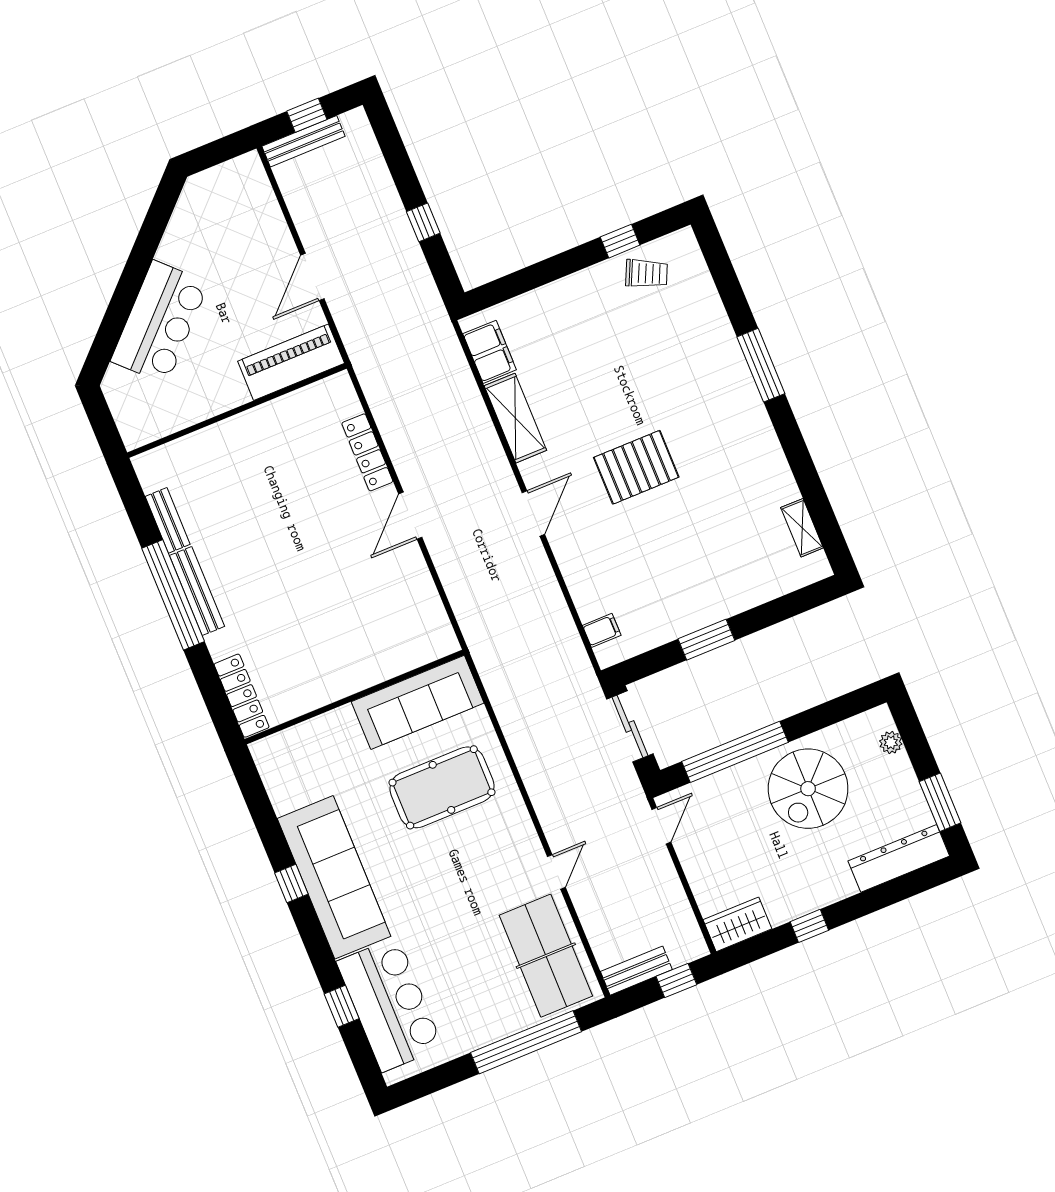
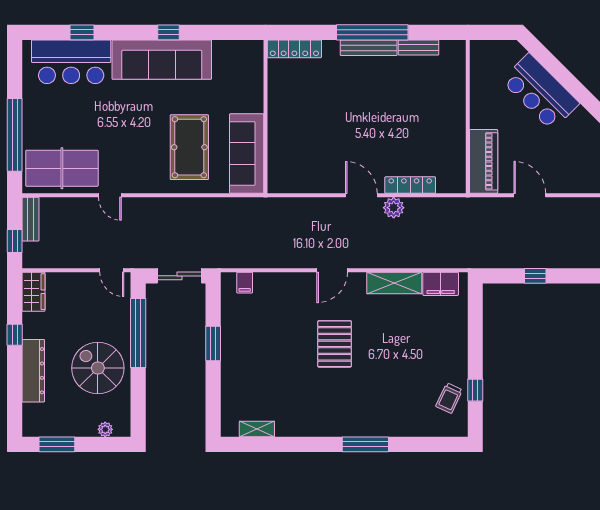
plant: (409, 463) -> (394, 208), added
door: (533, 513) -> (332, 270), hinge flipped
dresser: (899, 858) -> (33, 371), moved

